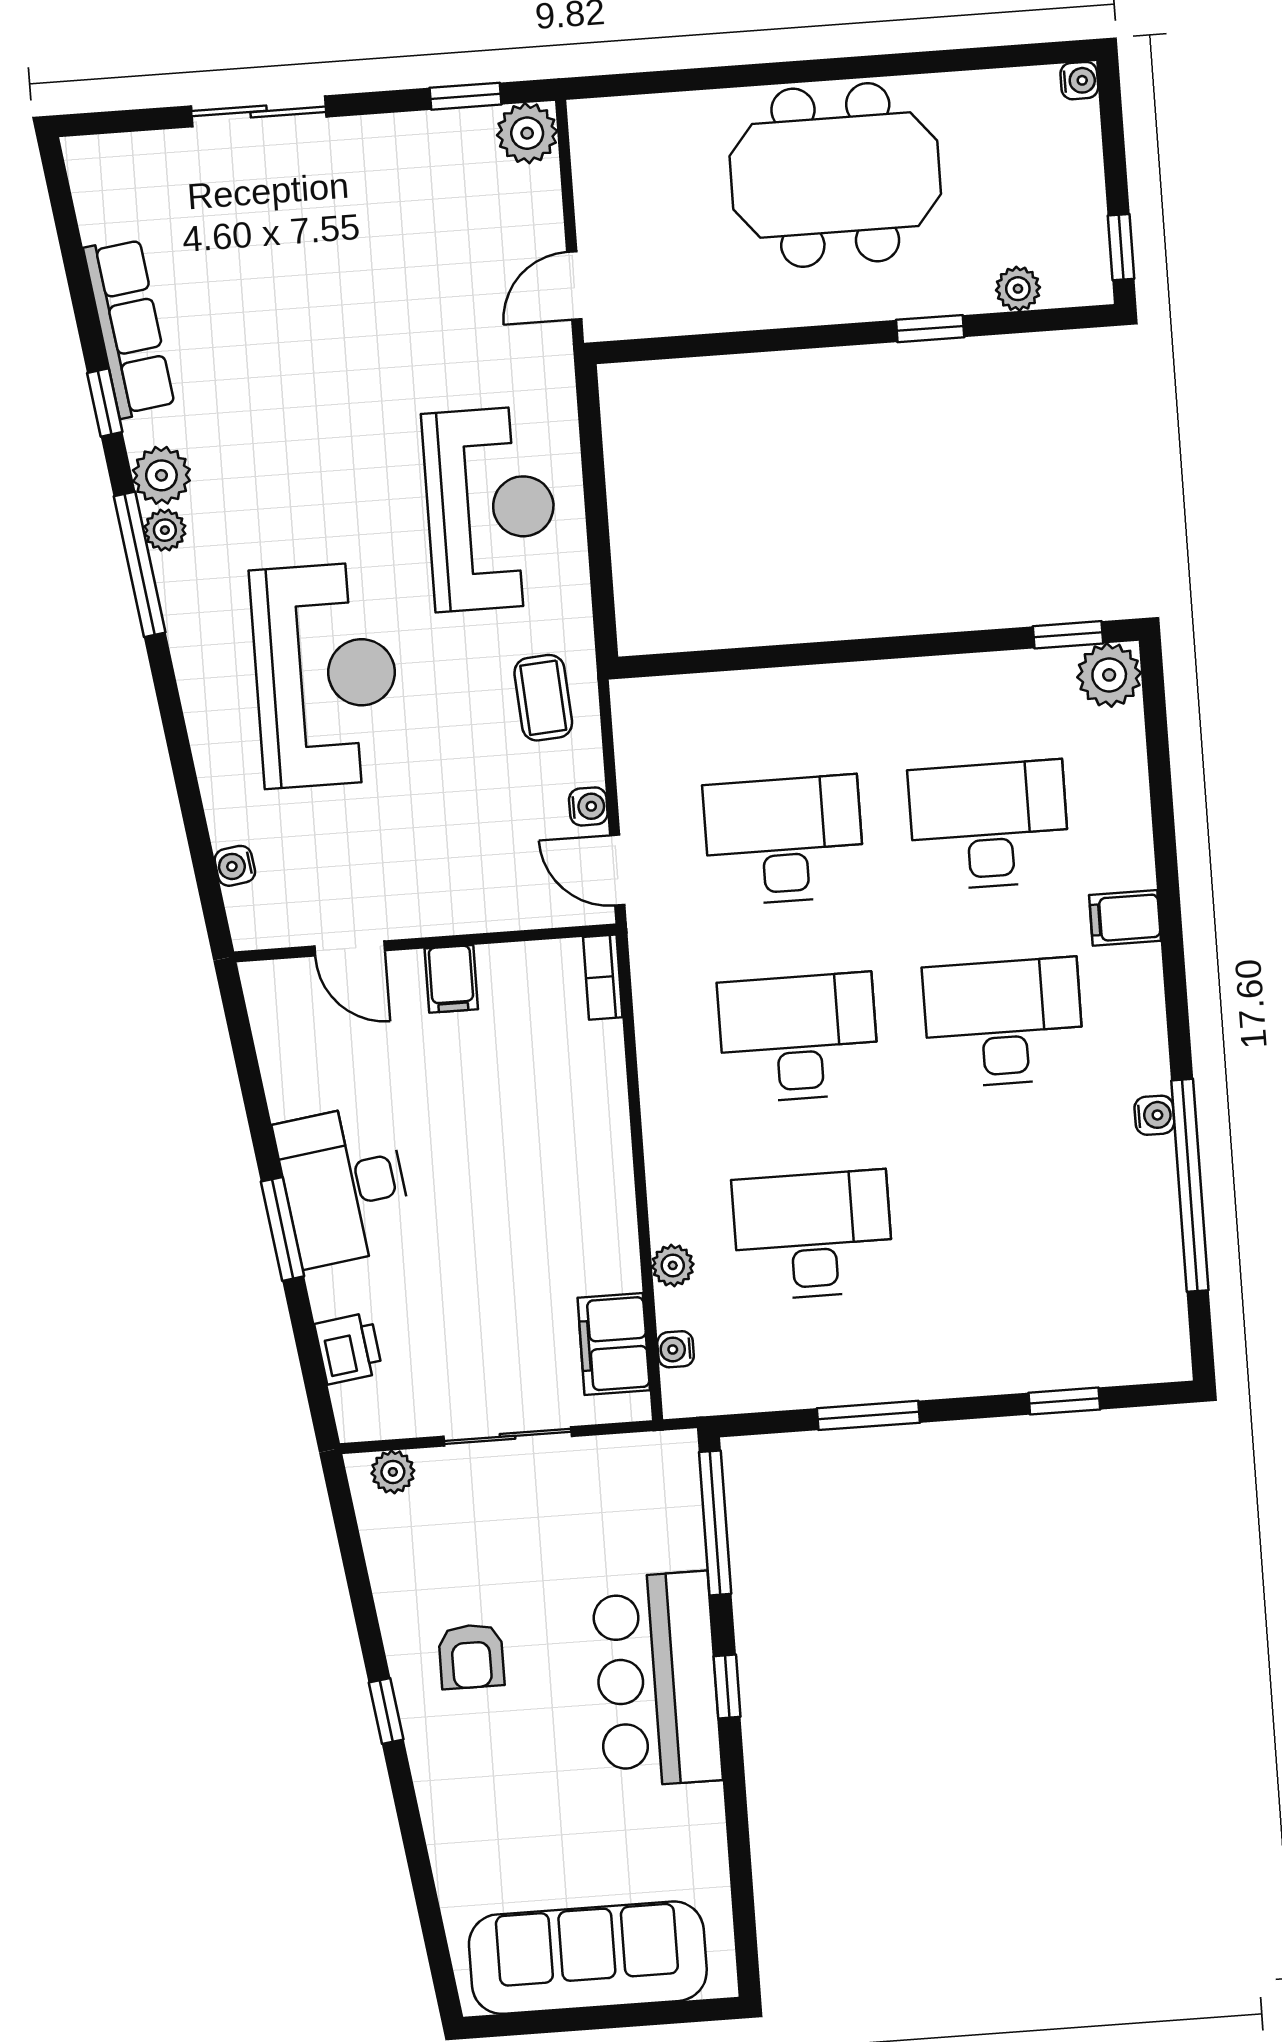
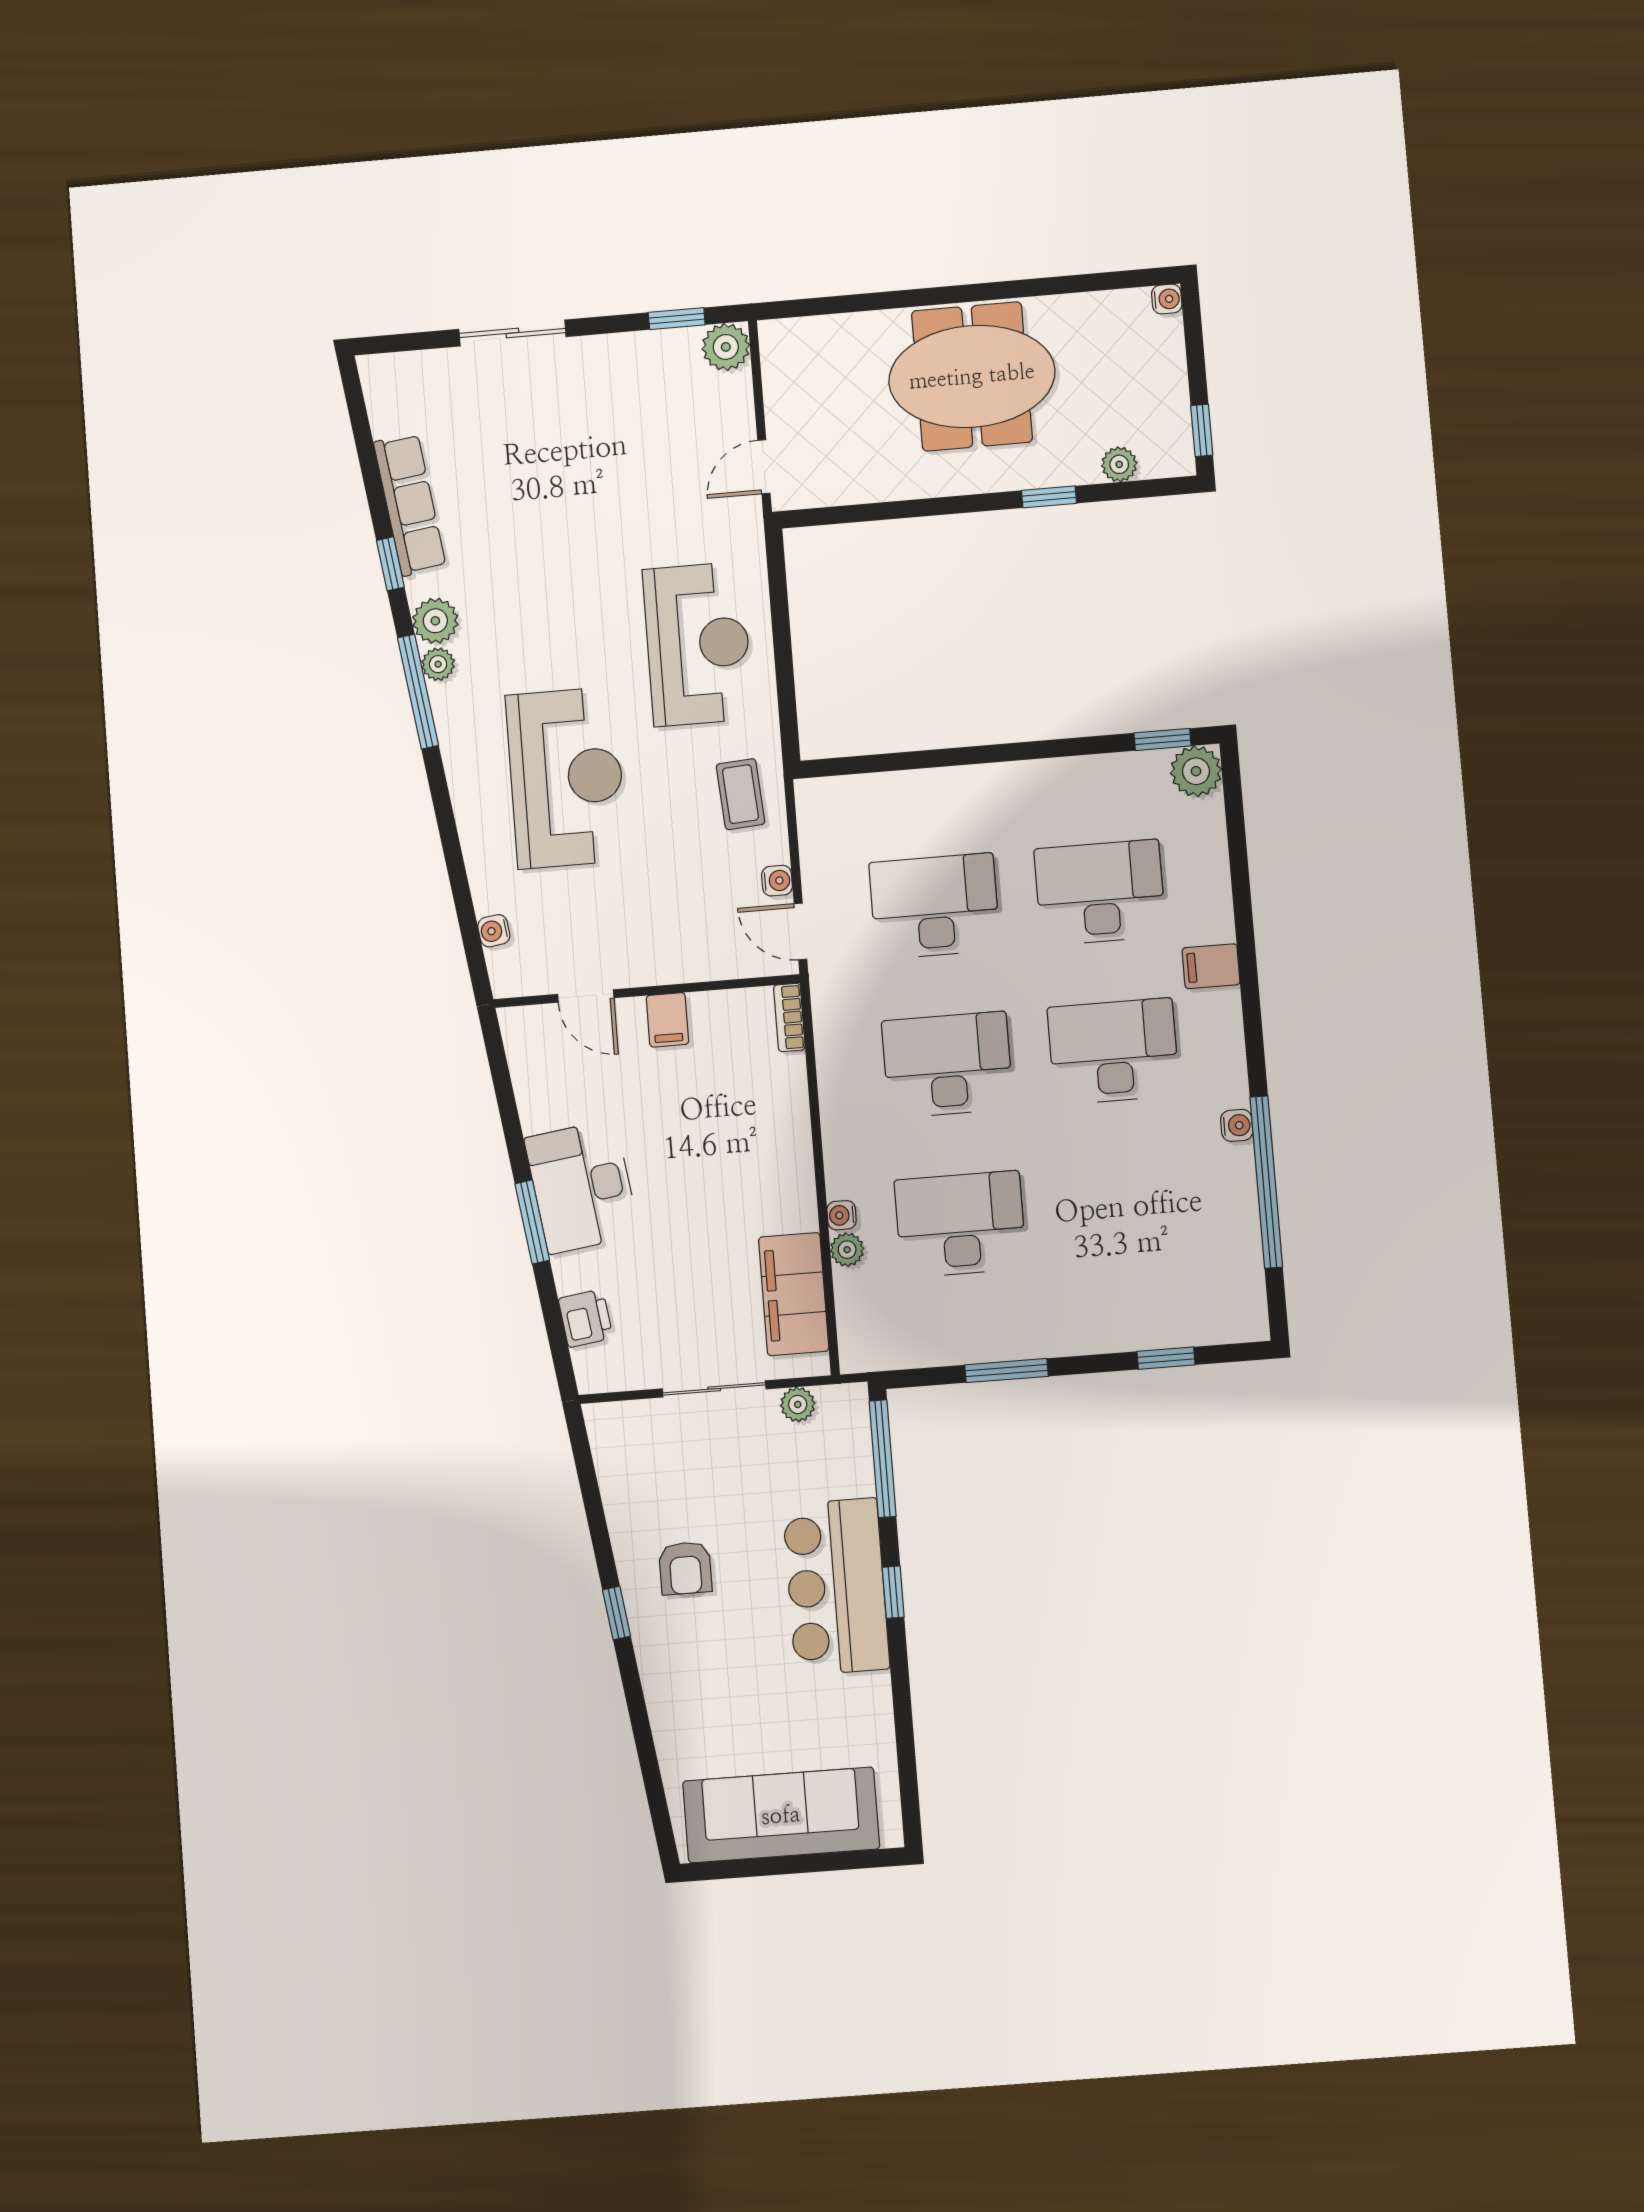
filing cabinet: (614, 1344) -> (794, 1294), width x1.50, depth x1.17
water cooler: (676, 1349) -> (842, 1215), moved
plant: (393, 1472) -> (798, 1404), moved

